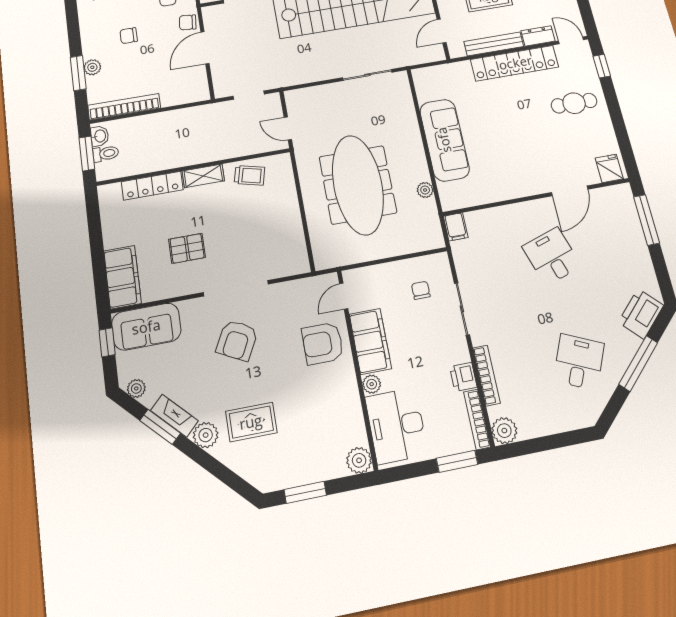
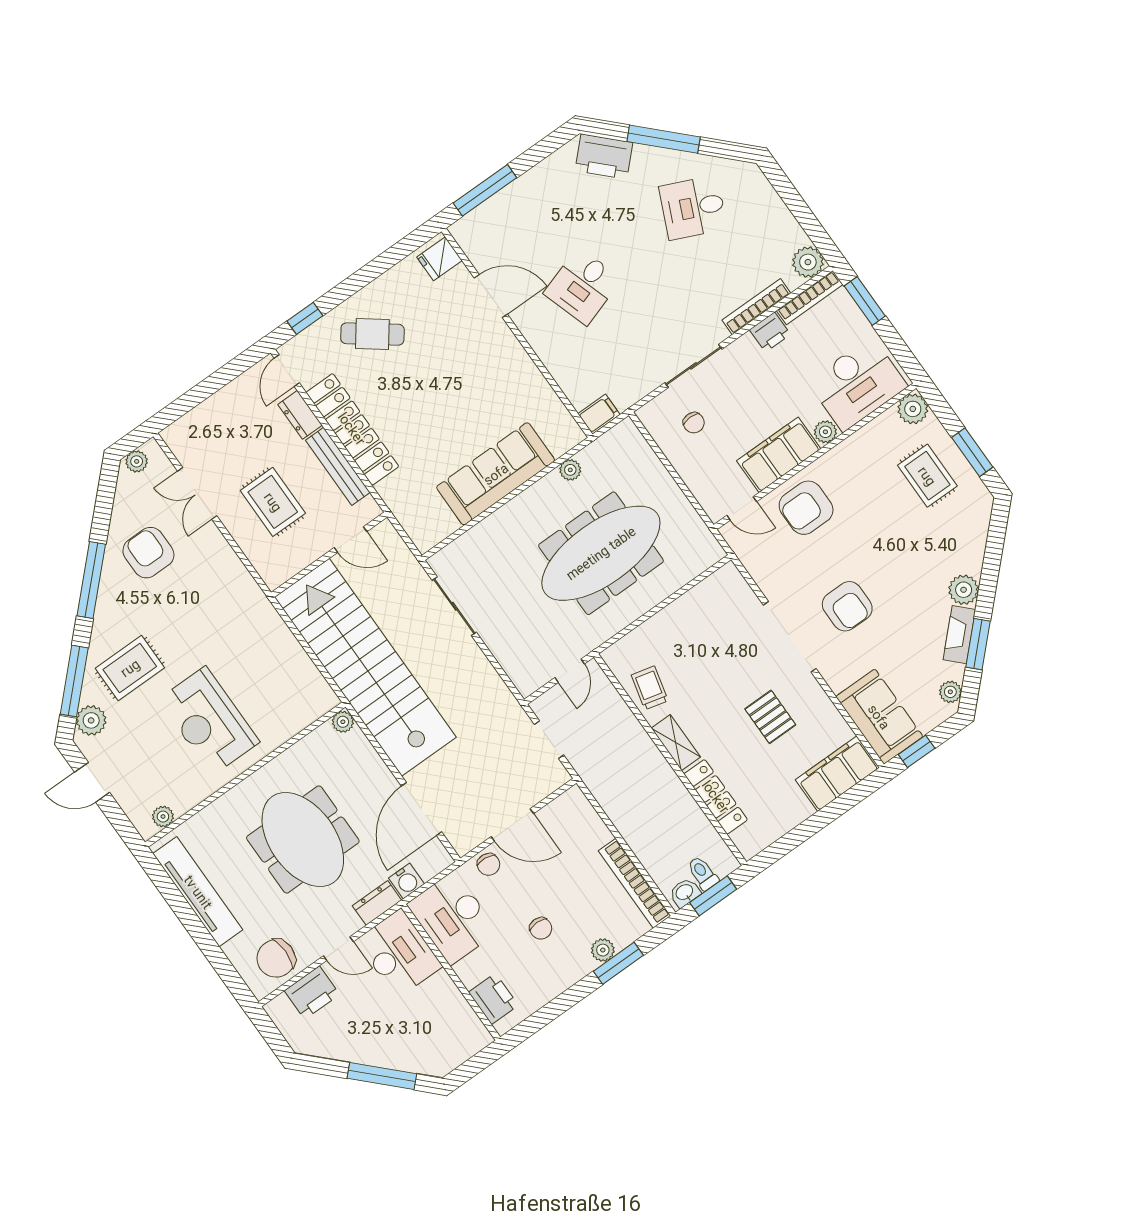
cafe table: (574, 103) -> (372, 334), turned -53
chair: (421, 290) -> (694, 423), turned -90
armchair: (237, 340) -> (847, 606), turned 63
armchair: (323, 343) -> (806, 508), turned 90
rug: (251, 422) -> (927, 476), moved

